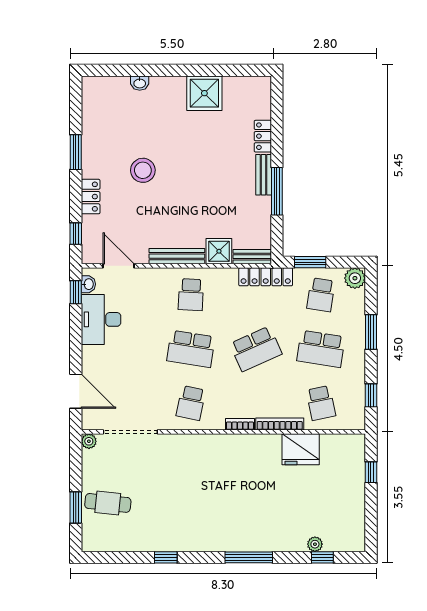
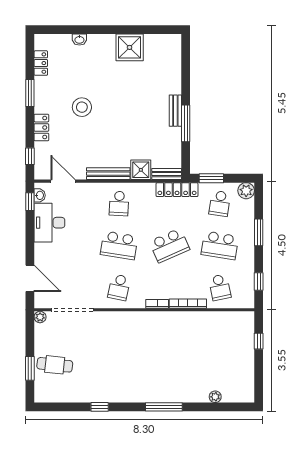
locker: (263, 136) -> (41, 63), moved, turned 180
fridge: (301, 449) -> (204, 323), removed
window: (322, 557) -> (221, 407), removed

